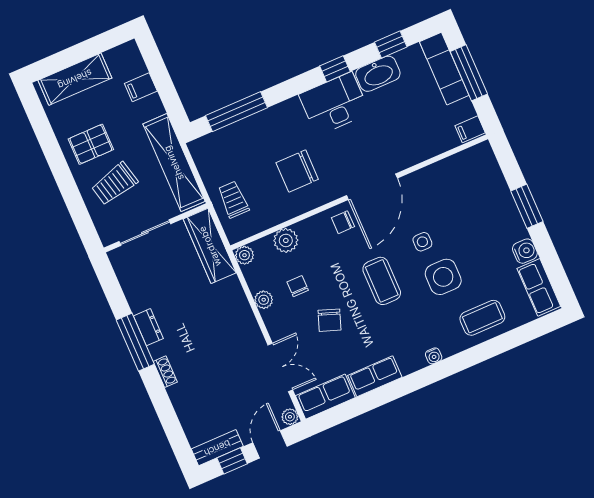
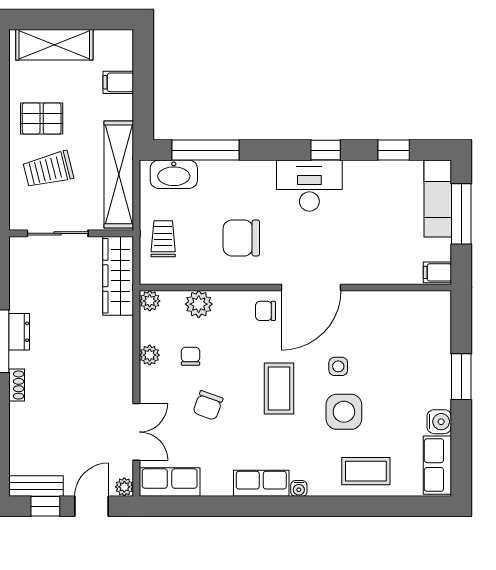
washbasin: (378, 74) -> (174, 174), moved
row of seats: (375, 376) -> (261, 483), moved

